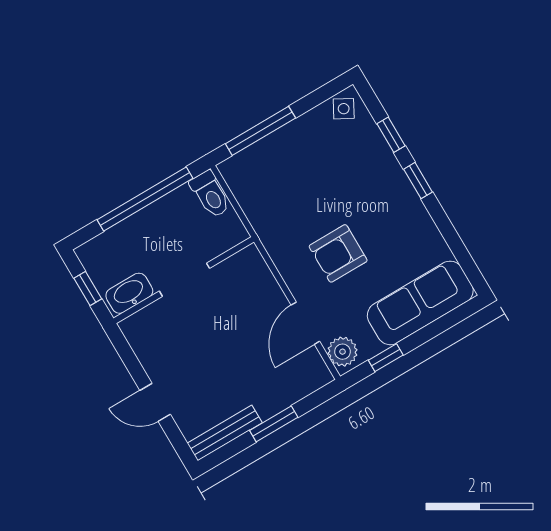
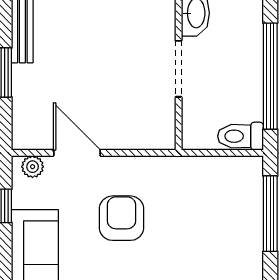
plant: (343, 352) -> (33, 167), width x0.73, depth x0.73

